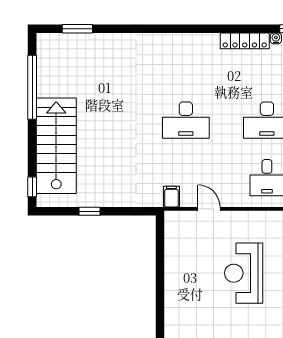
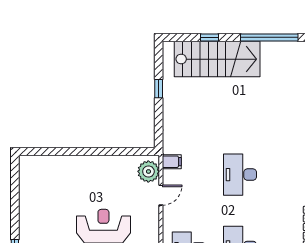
window: (32, 187) -> (210, 37), moved
plant: (182, 223) -> (148, 171), added

